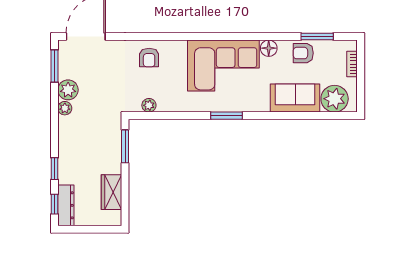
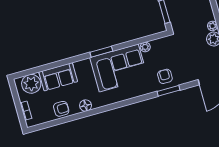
window: (317, 37) -> (169, 91), moved
corner sofa: (223, 66) -> (119, 68), moved, turned 180
plant: (149, 105) -> (145, 47), moved

